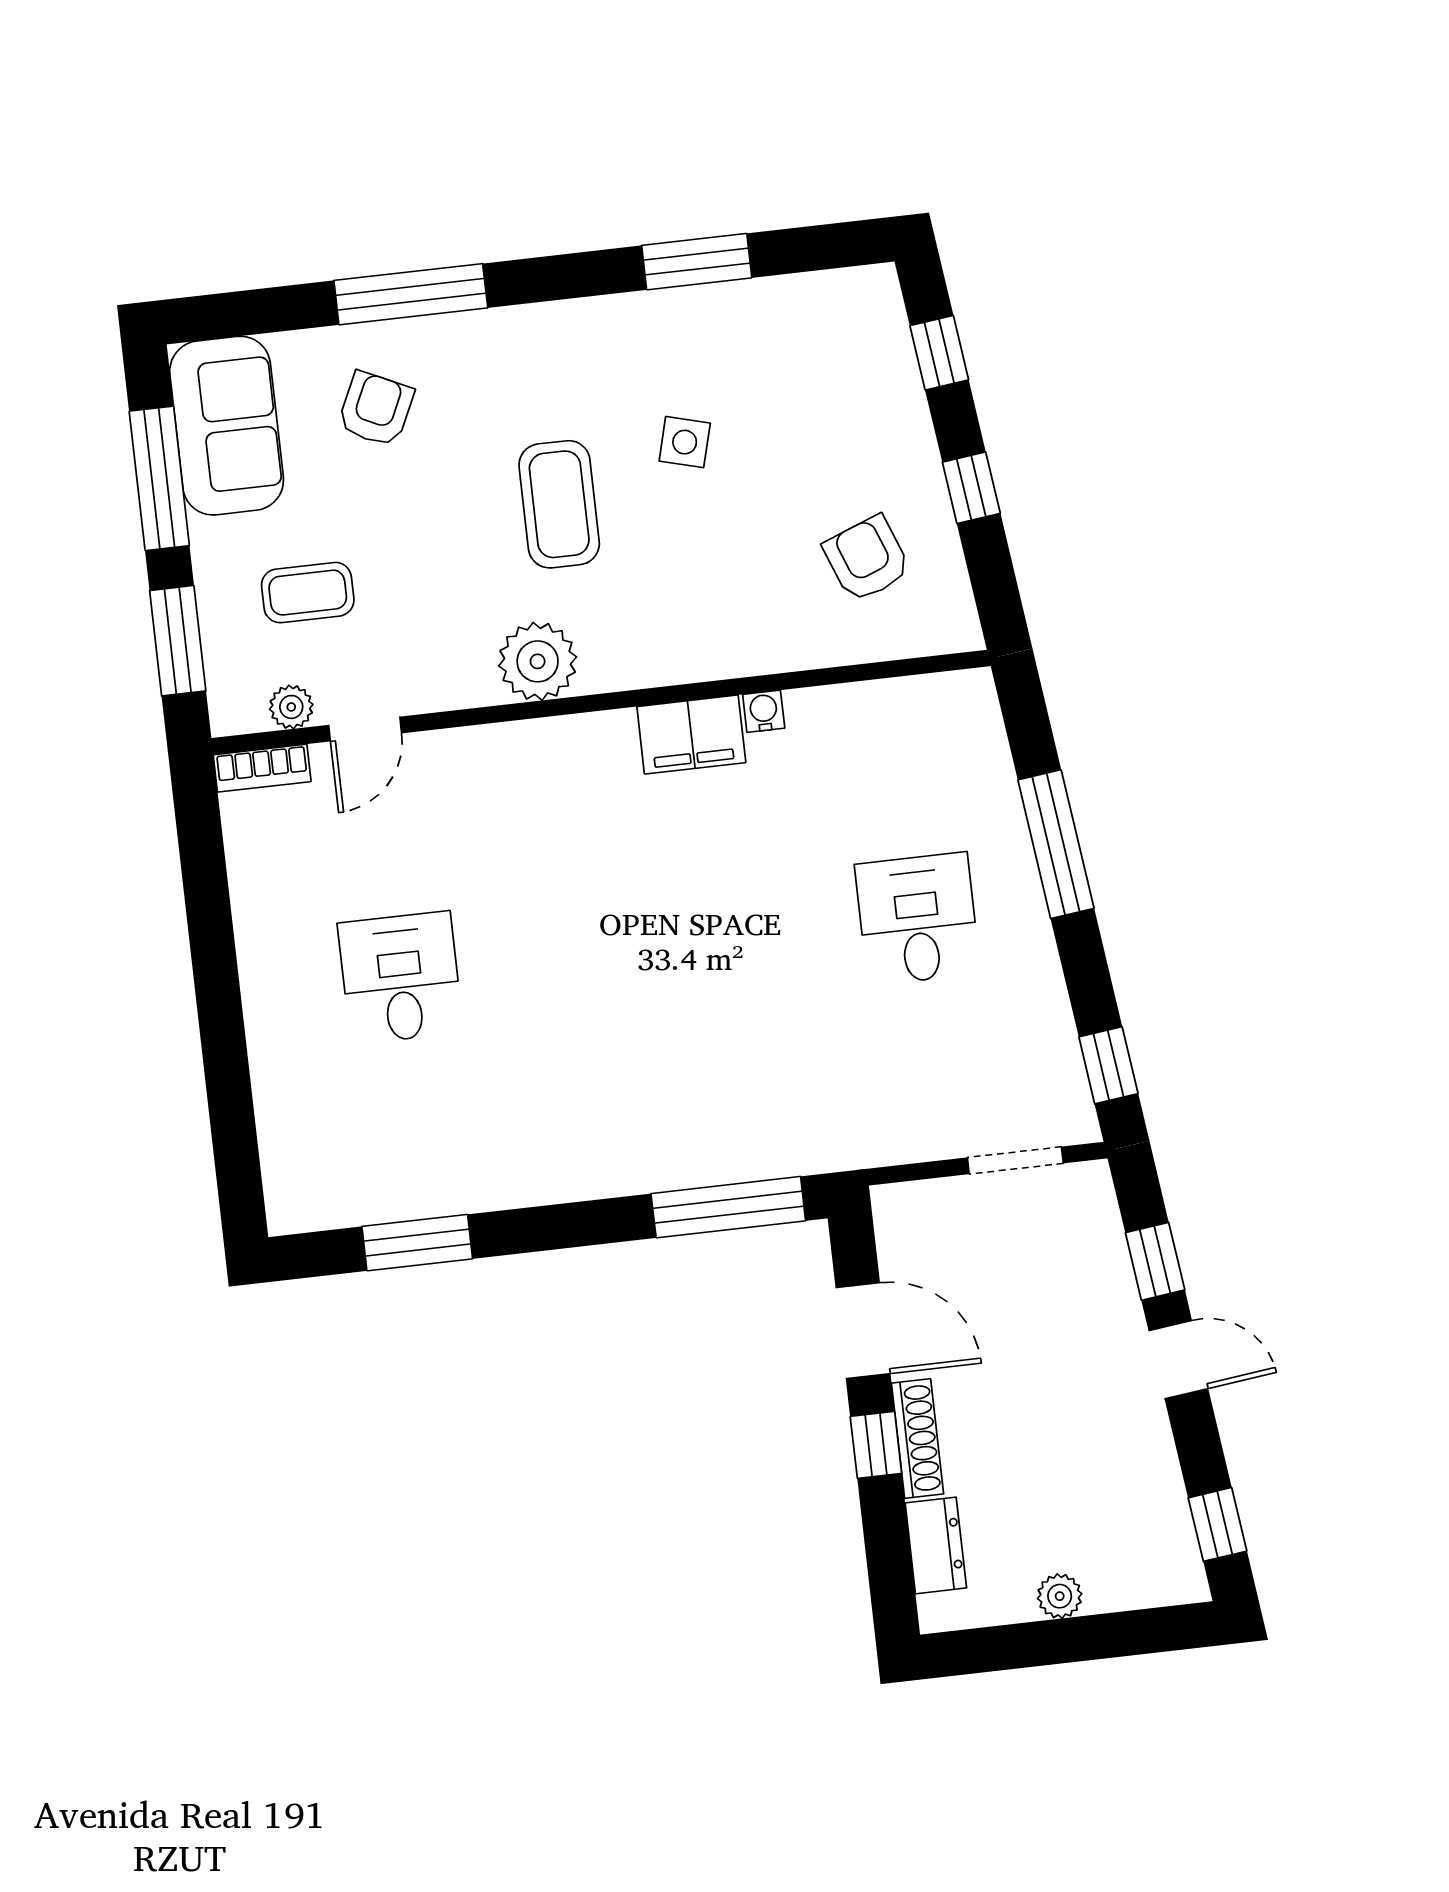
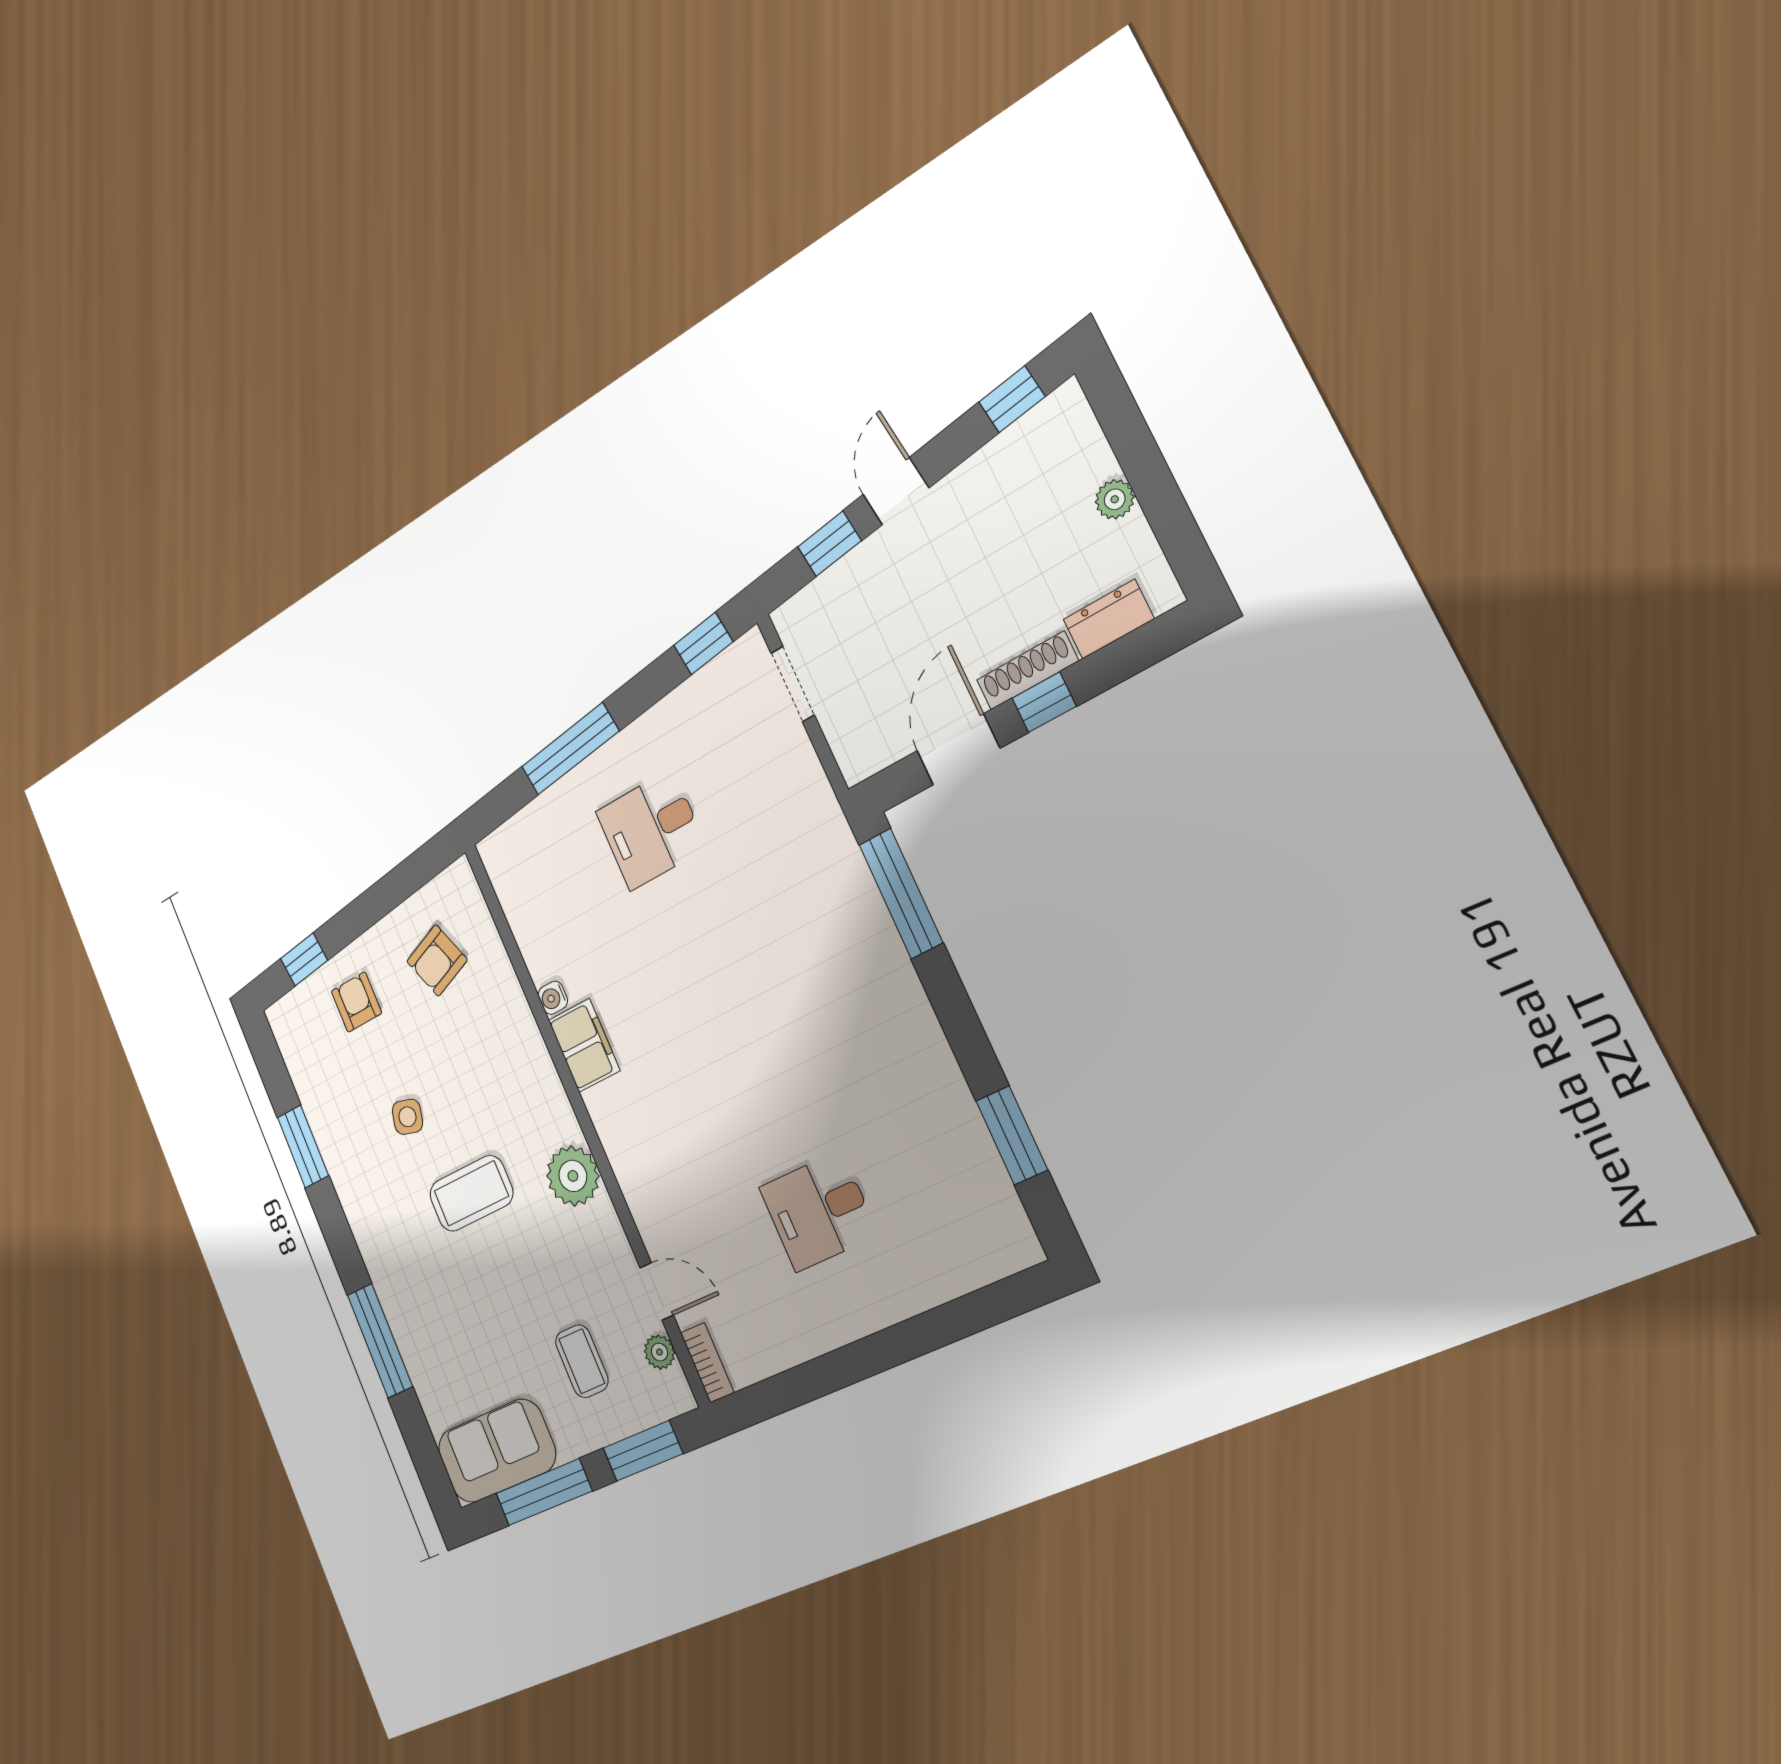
armchair: (376, 409) -> (356, 1002), moved, turned 65
window: (971, 488) -> (373, 905), removed

